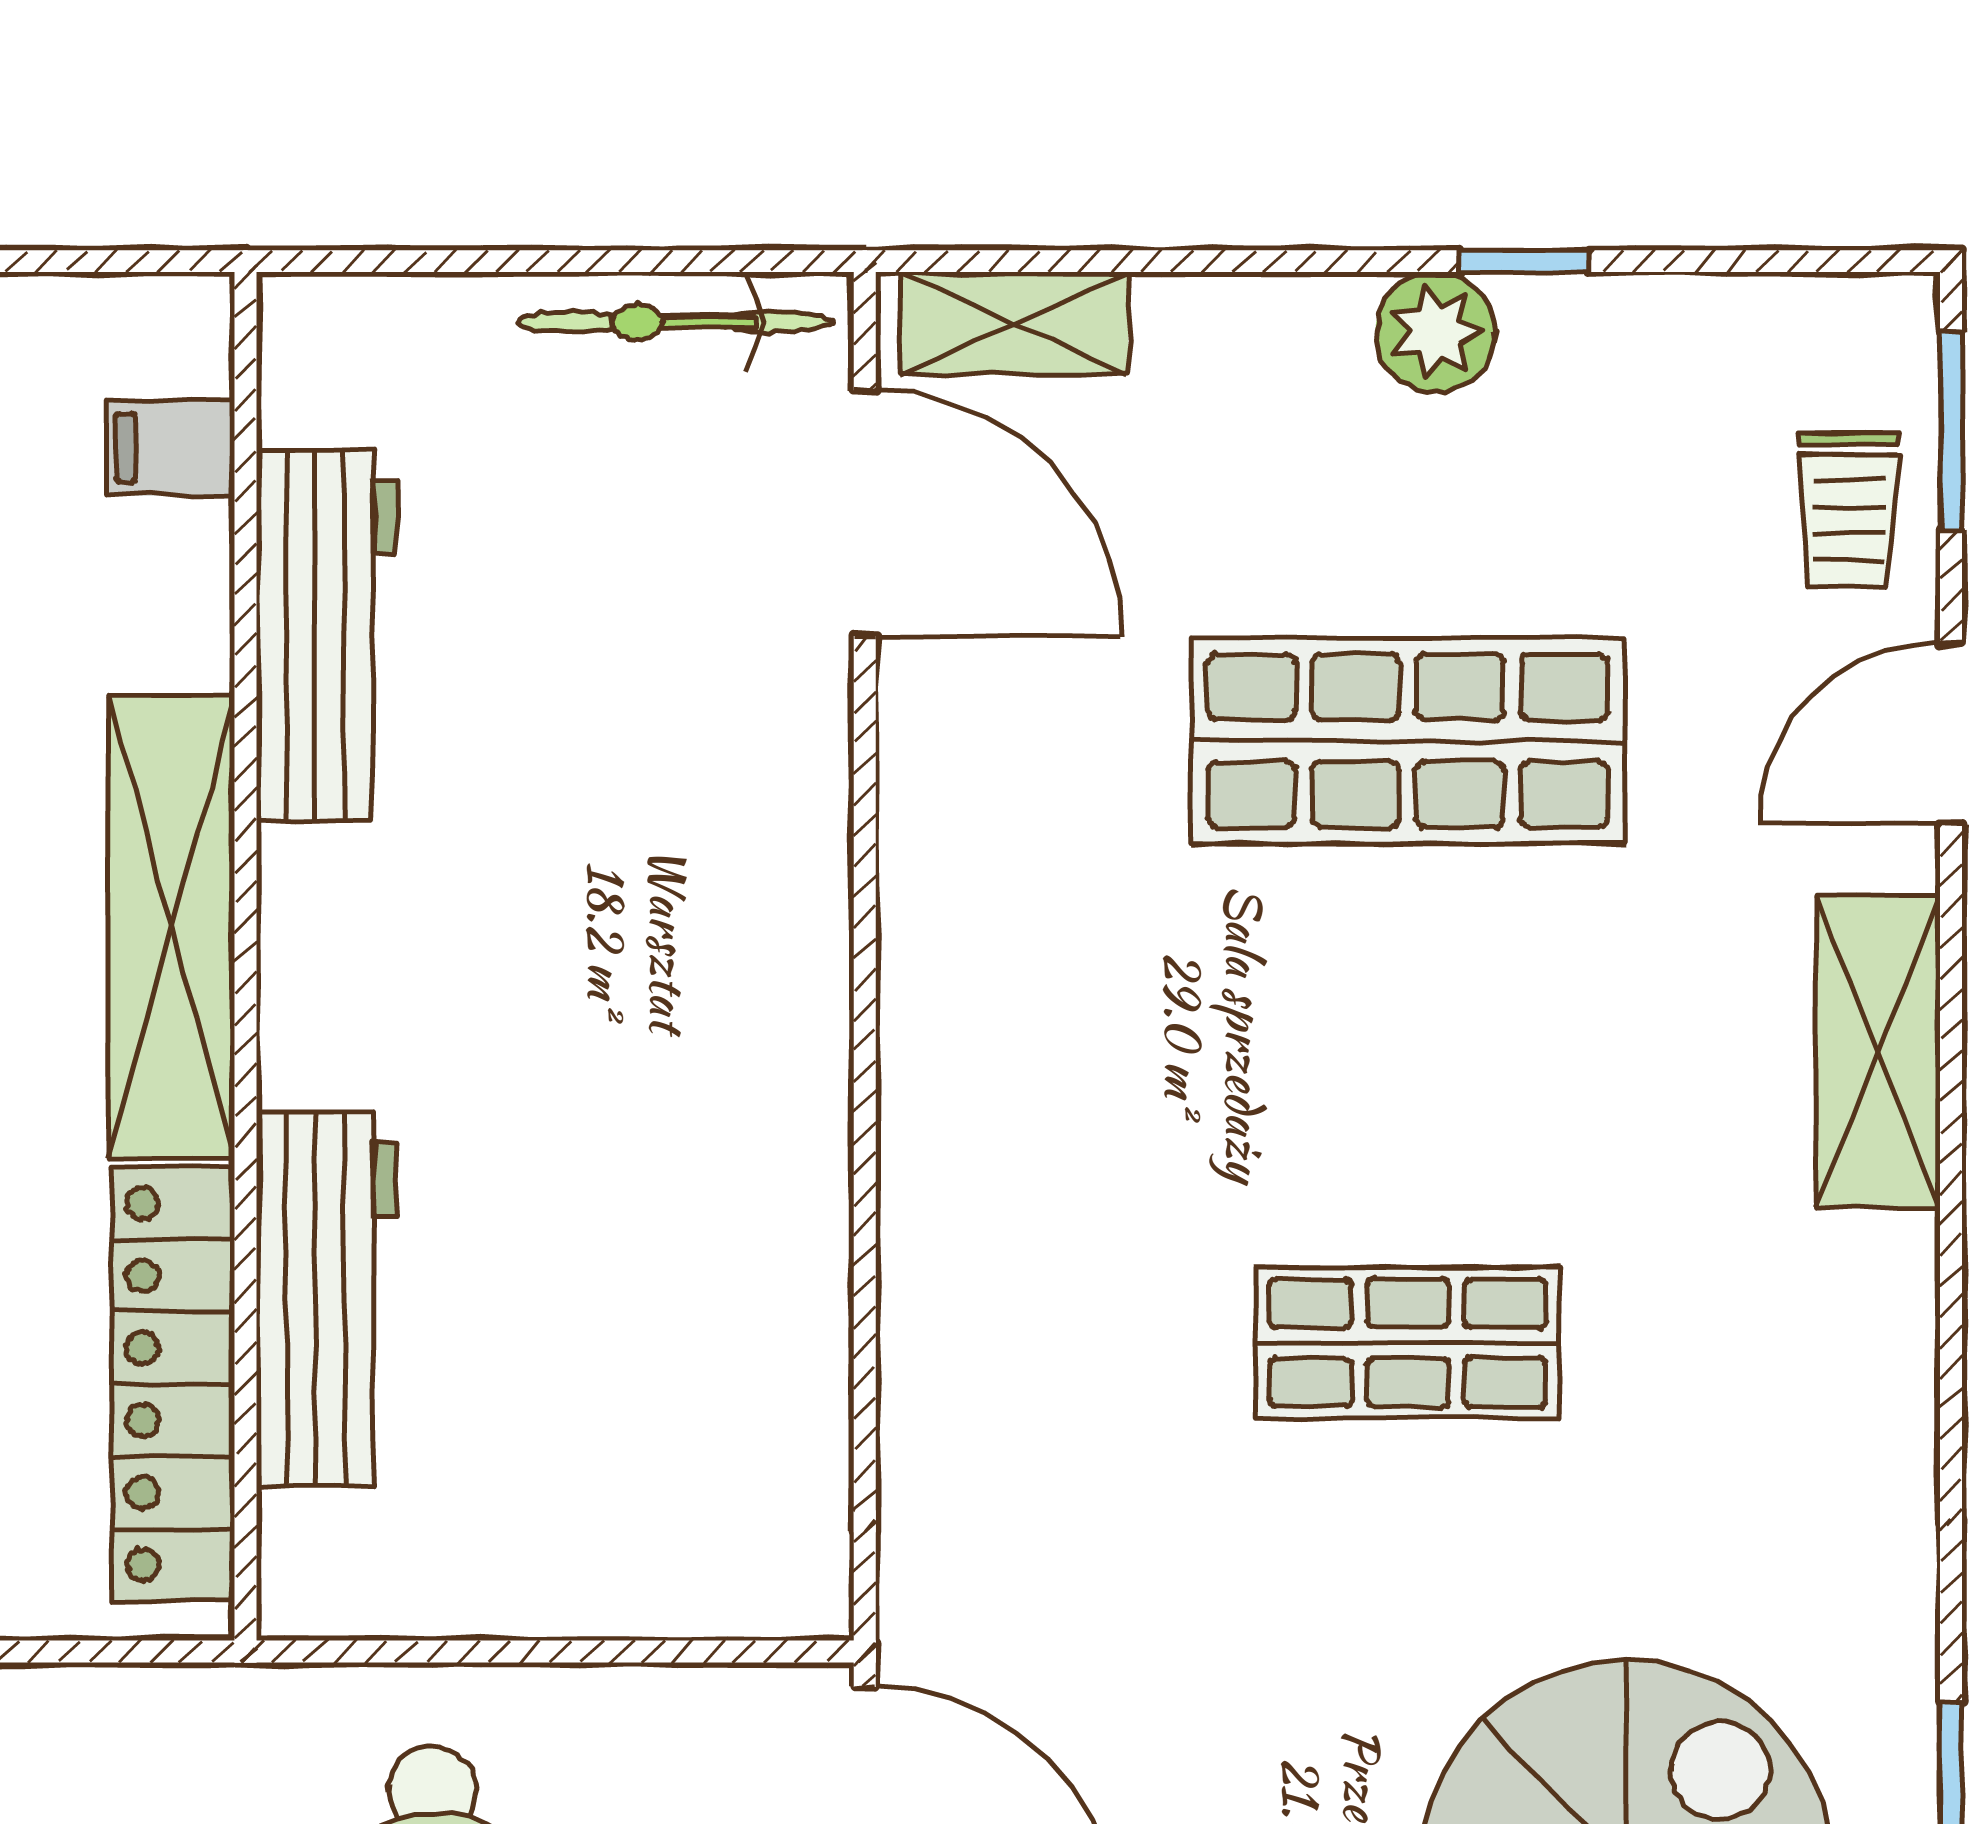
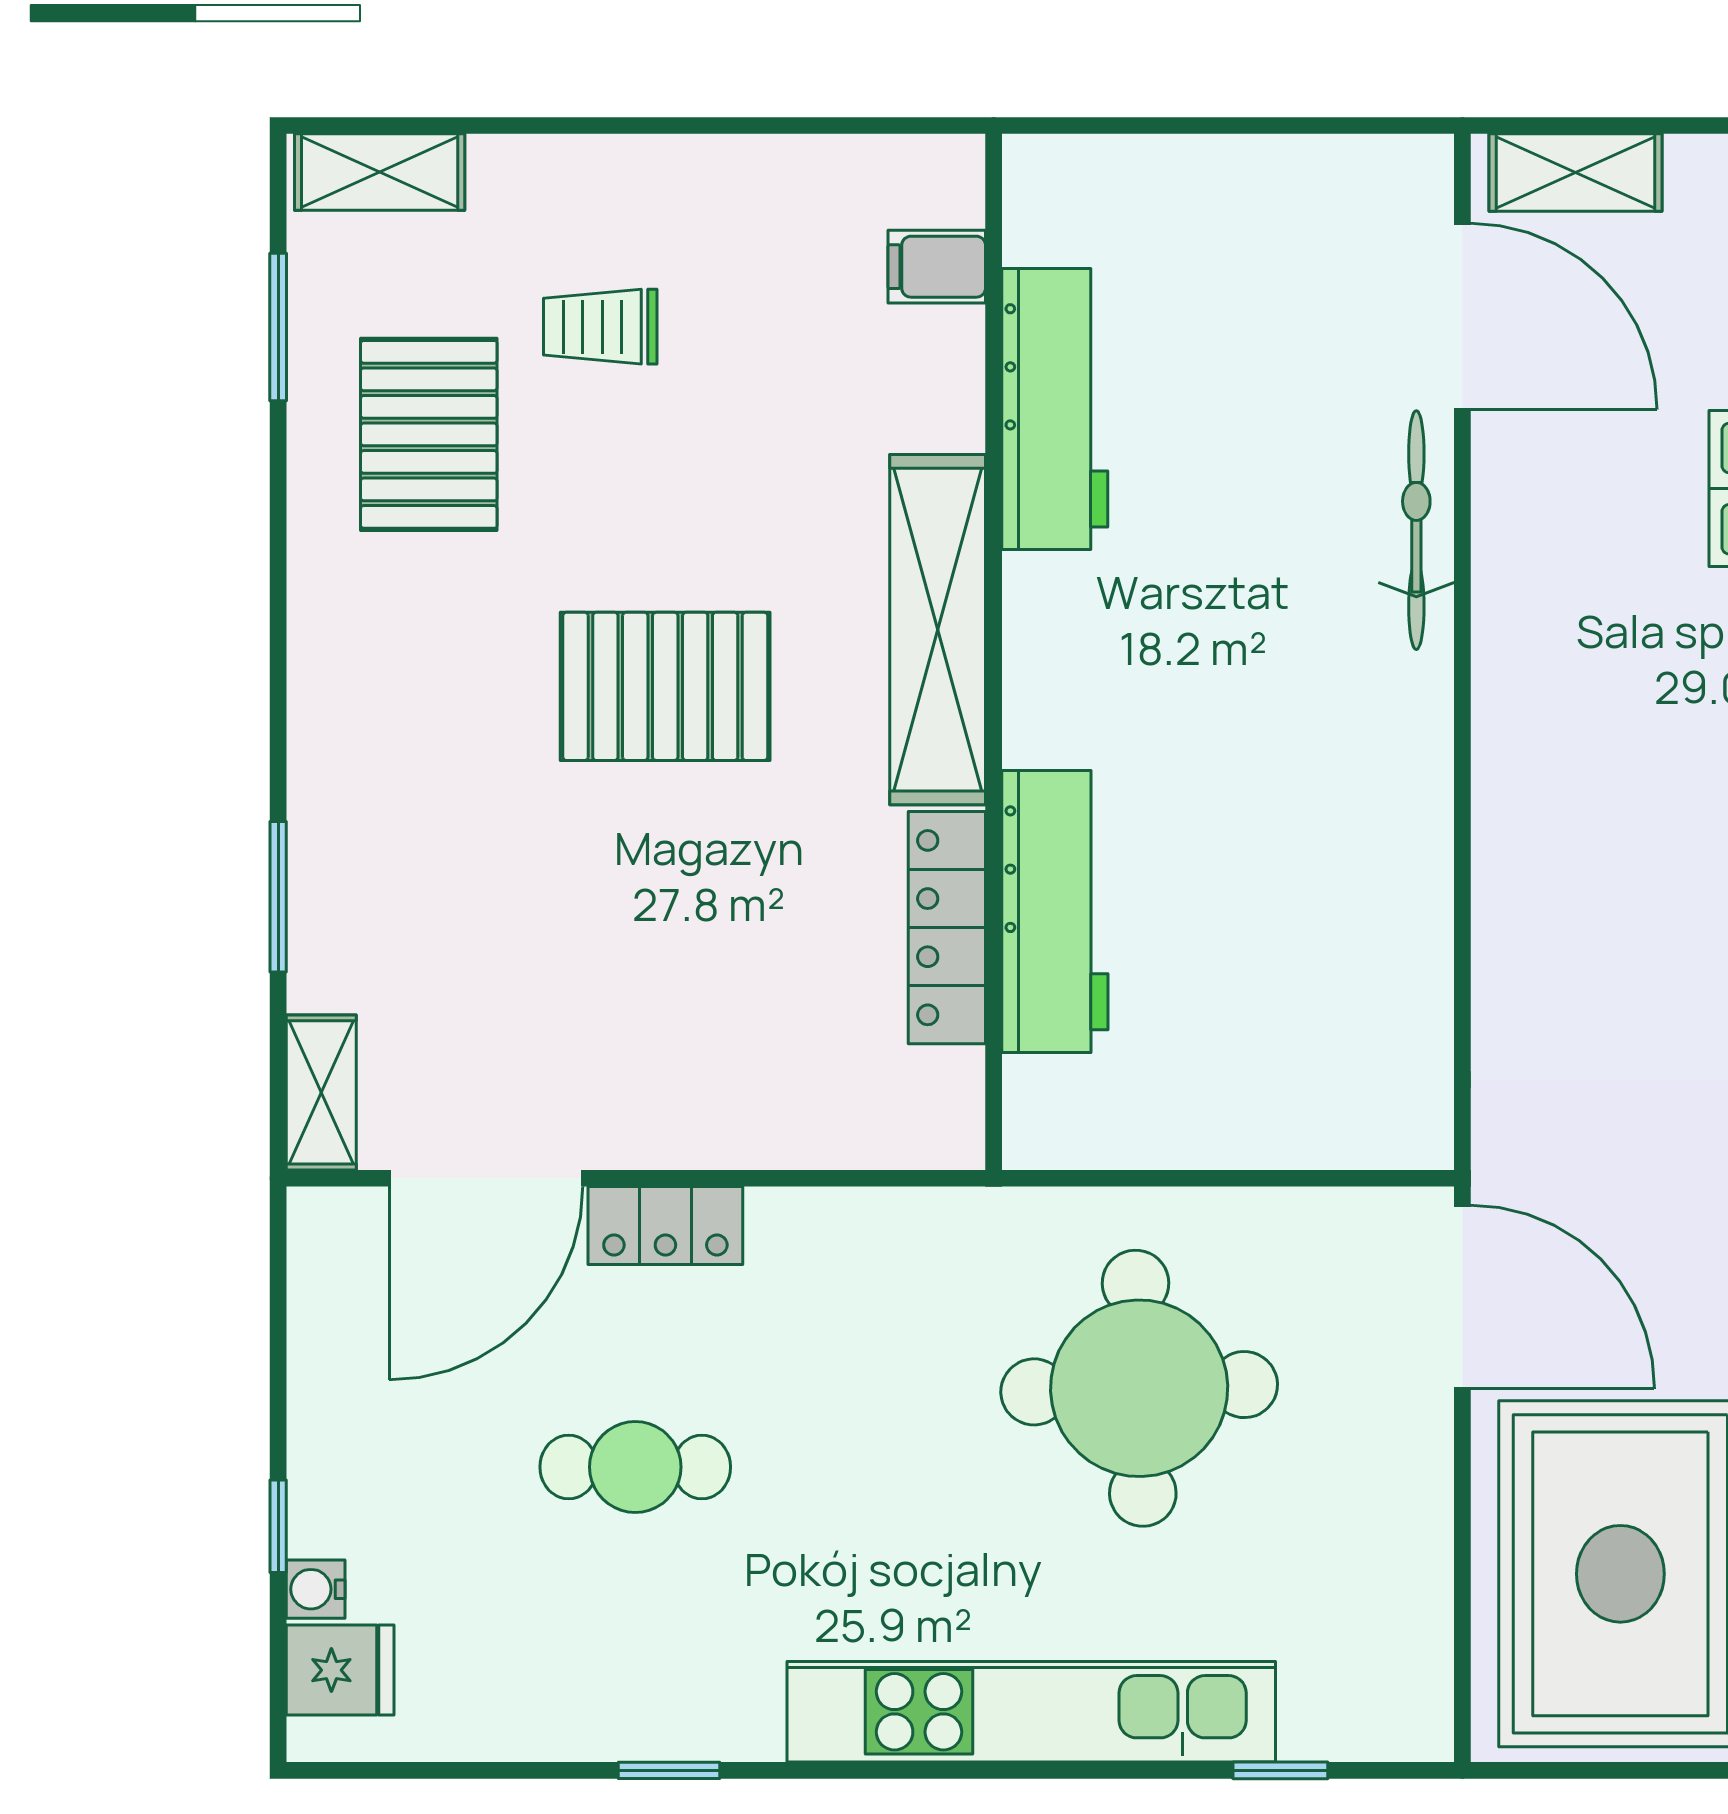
bicycle: (675, 322) -> (1416, 530), moved, turned 90
locker: (173, 1384) -> (947, 928), width x0.71, depth x0.83

